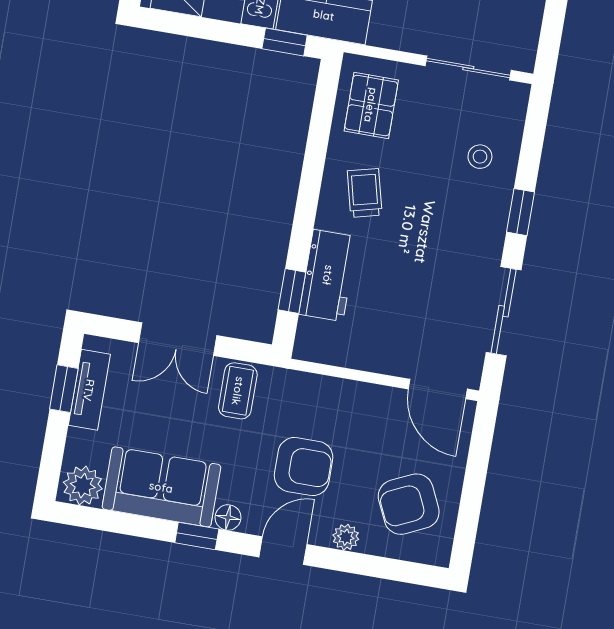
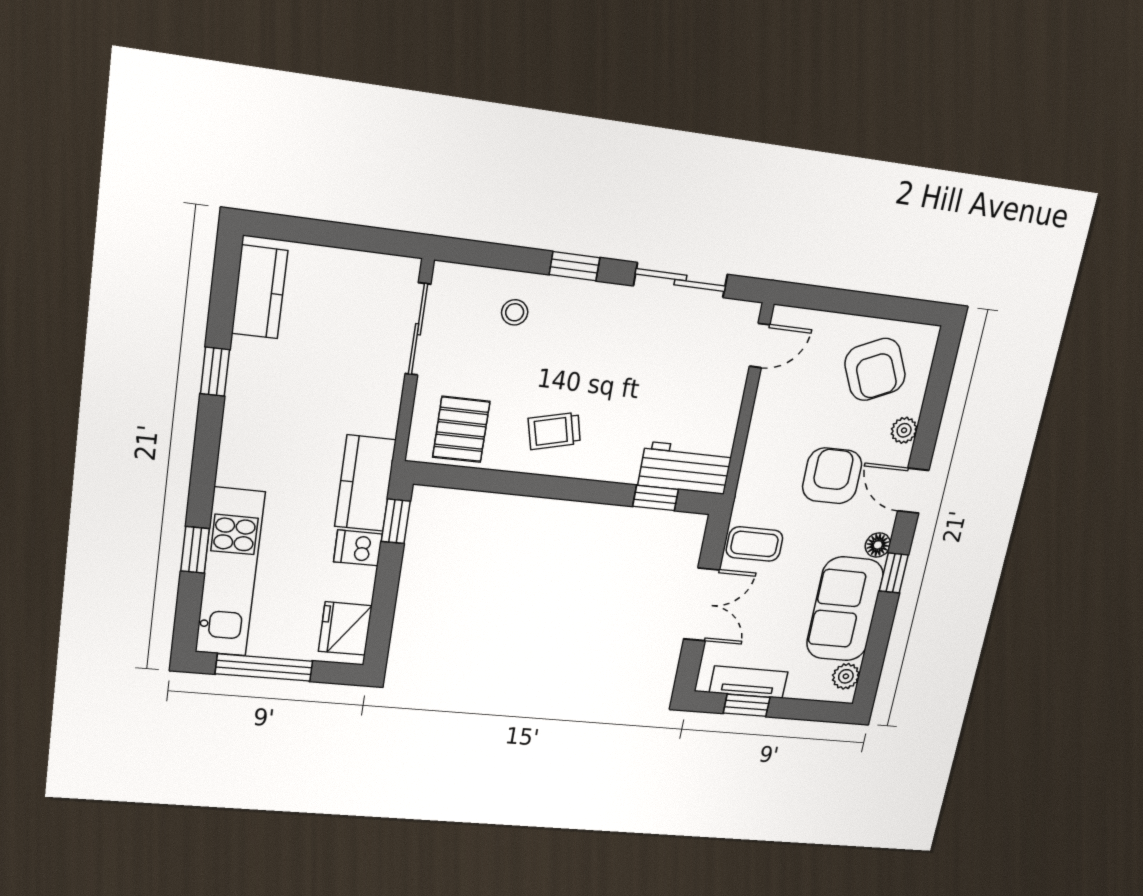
pallet: (371, 105) -> (461, 429), turned 90
workbench: (328, 275) -> (685, 468), moved
door: (438, 389) -> (760, 345), width x0.73
plant: (83, 486) -> (846, 676), width x0.73, depth x0.73

